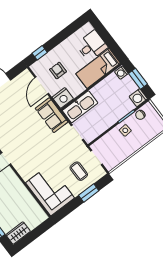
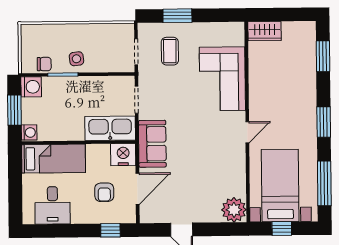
desk: (92, 46) -> (52, 205), moved, turned -90
corner sofa: (50, 190) -> (222, 79), moved
wardrobe: (18, 233) -> (264, 31), moved

